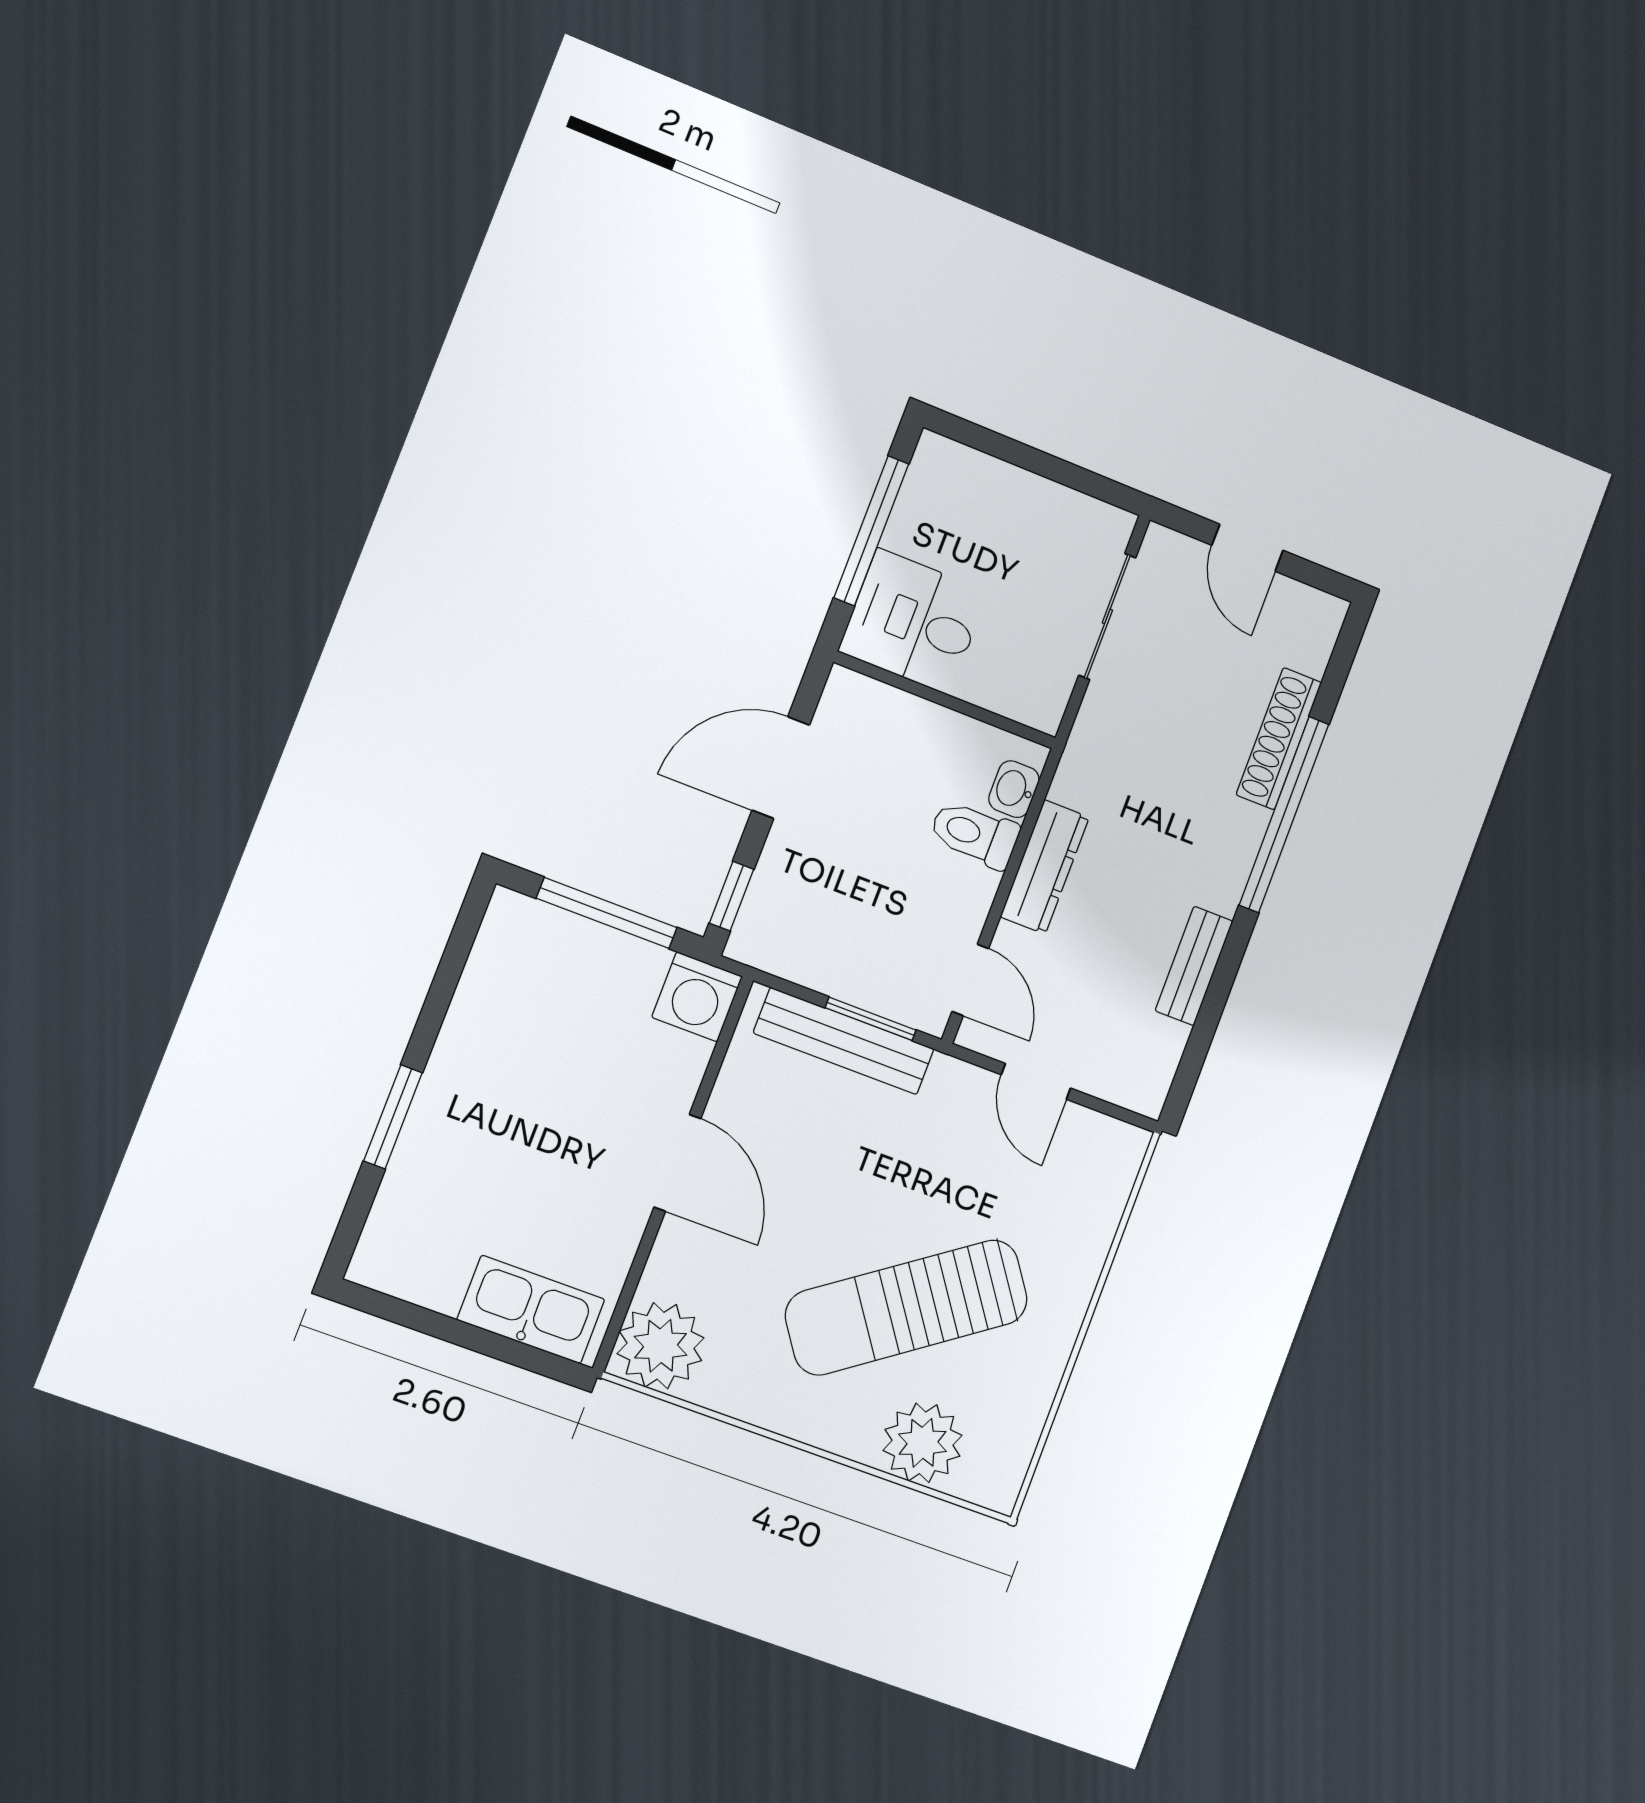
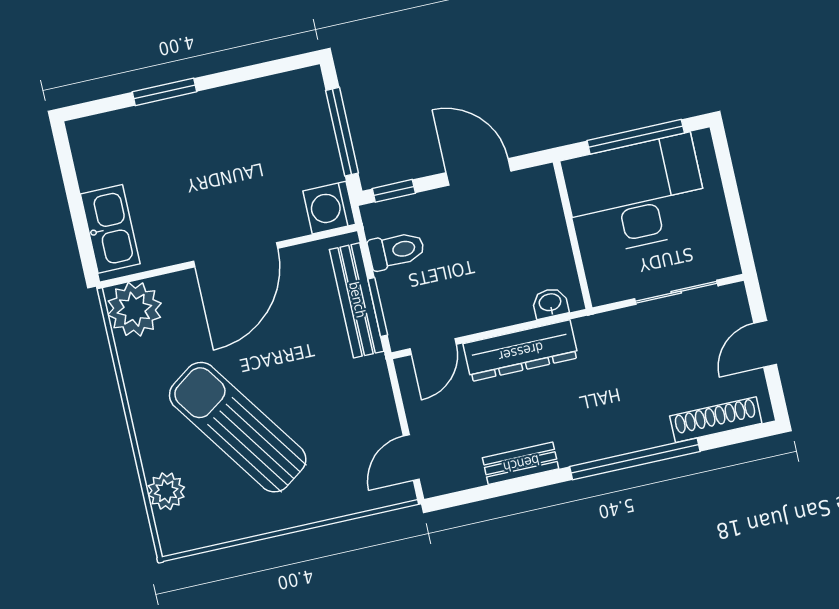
desk: (913, 622) -> (636, 195), width x1.87, depth x1.30
shoe rack: (1279, 739) -> (716, 420), moved
toilet: (974, 834) -> (396, 250), moved, turned 90
dresser: (1045, 867) -> (521, 351), width x1.37, depth x1.24
door: (1036, 1081) -> (411, 458), moved
door: (677, 1163) -> (236, 255), width x1.36
plant: (923, 1443) -> (166, 491), width x0.73, depth x0.73

